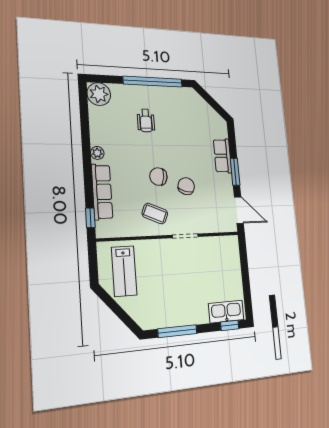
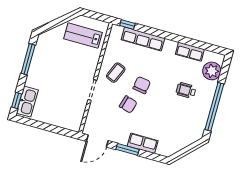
plant: (99, 94) -> (212, 71), moved
row of seats: (98, 128) -> (190, 52), added
plant: (97, 153) -> (172, 45), removed

